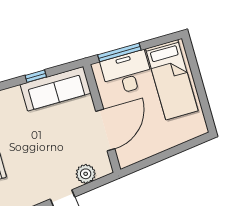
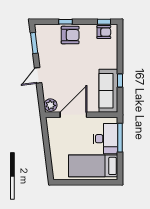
door: (105, 130) -> (73, 115), swing flipped
plant: (86, 174) -> (50, 105), moved

